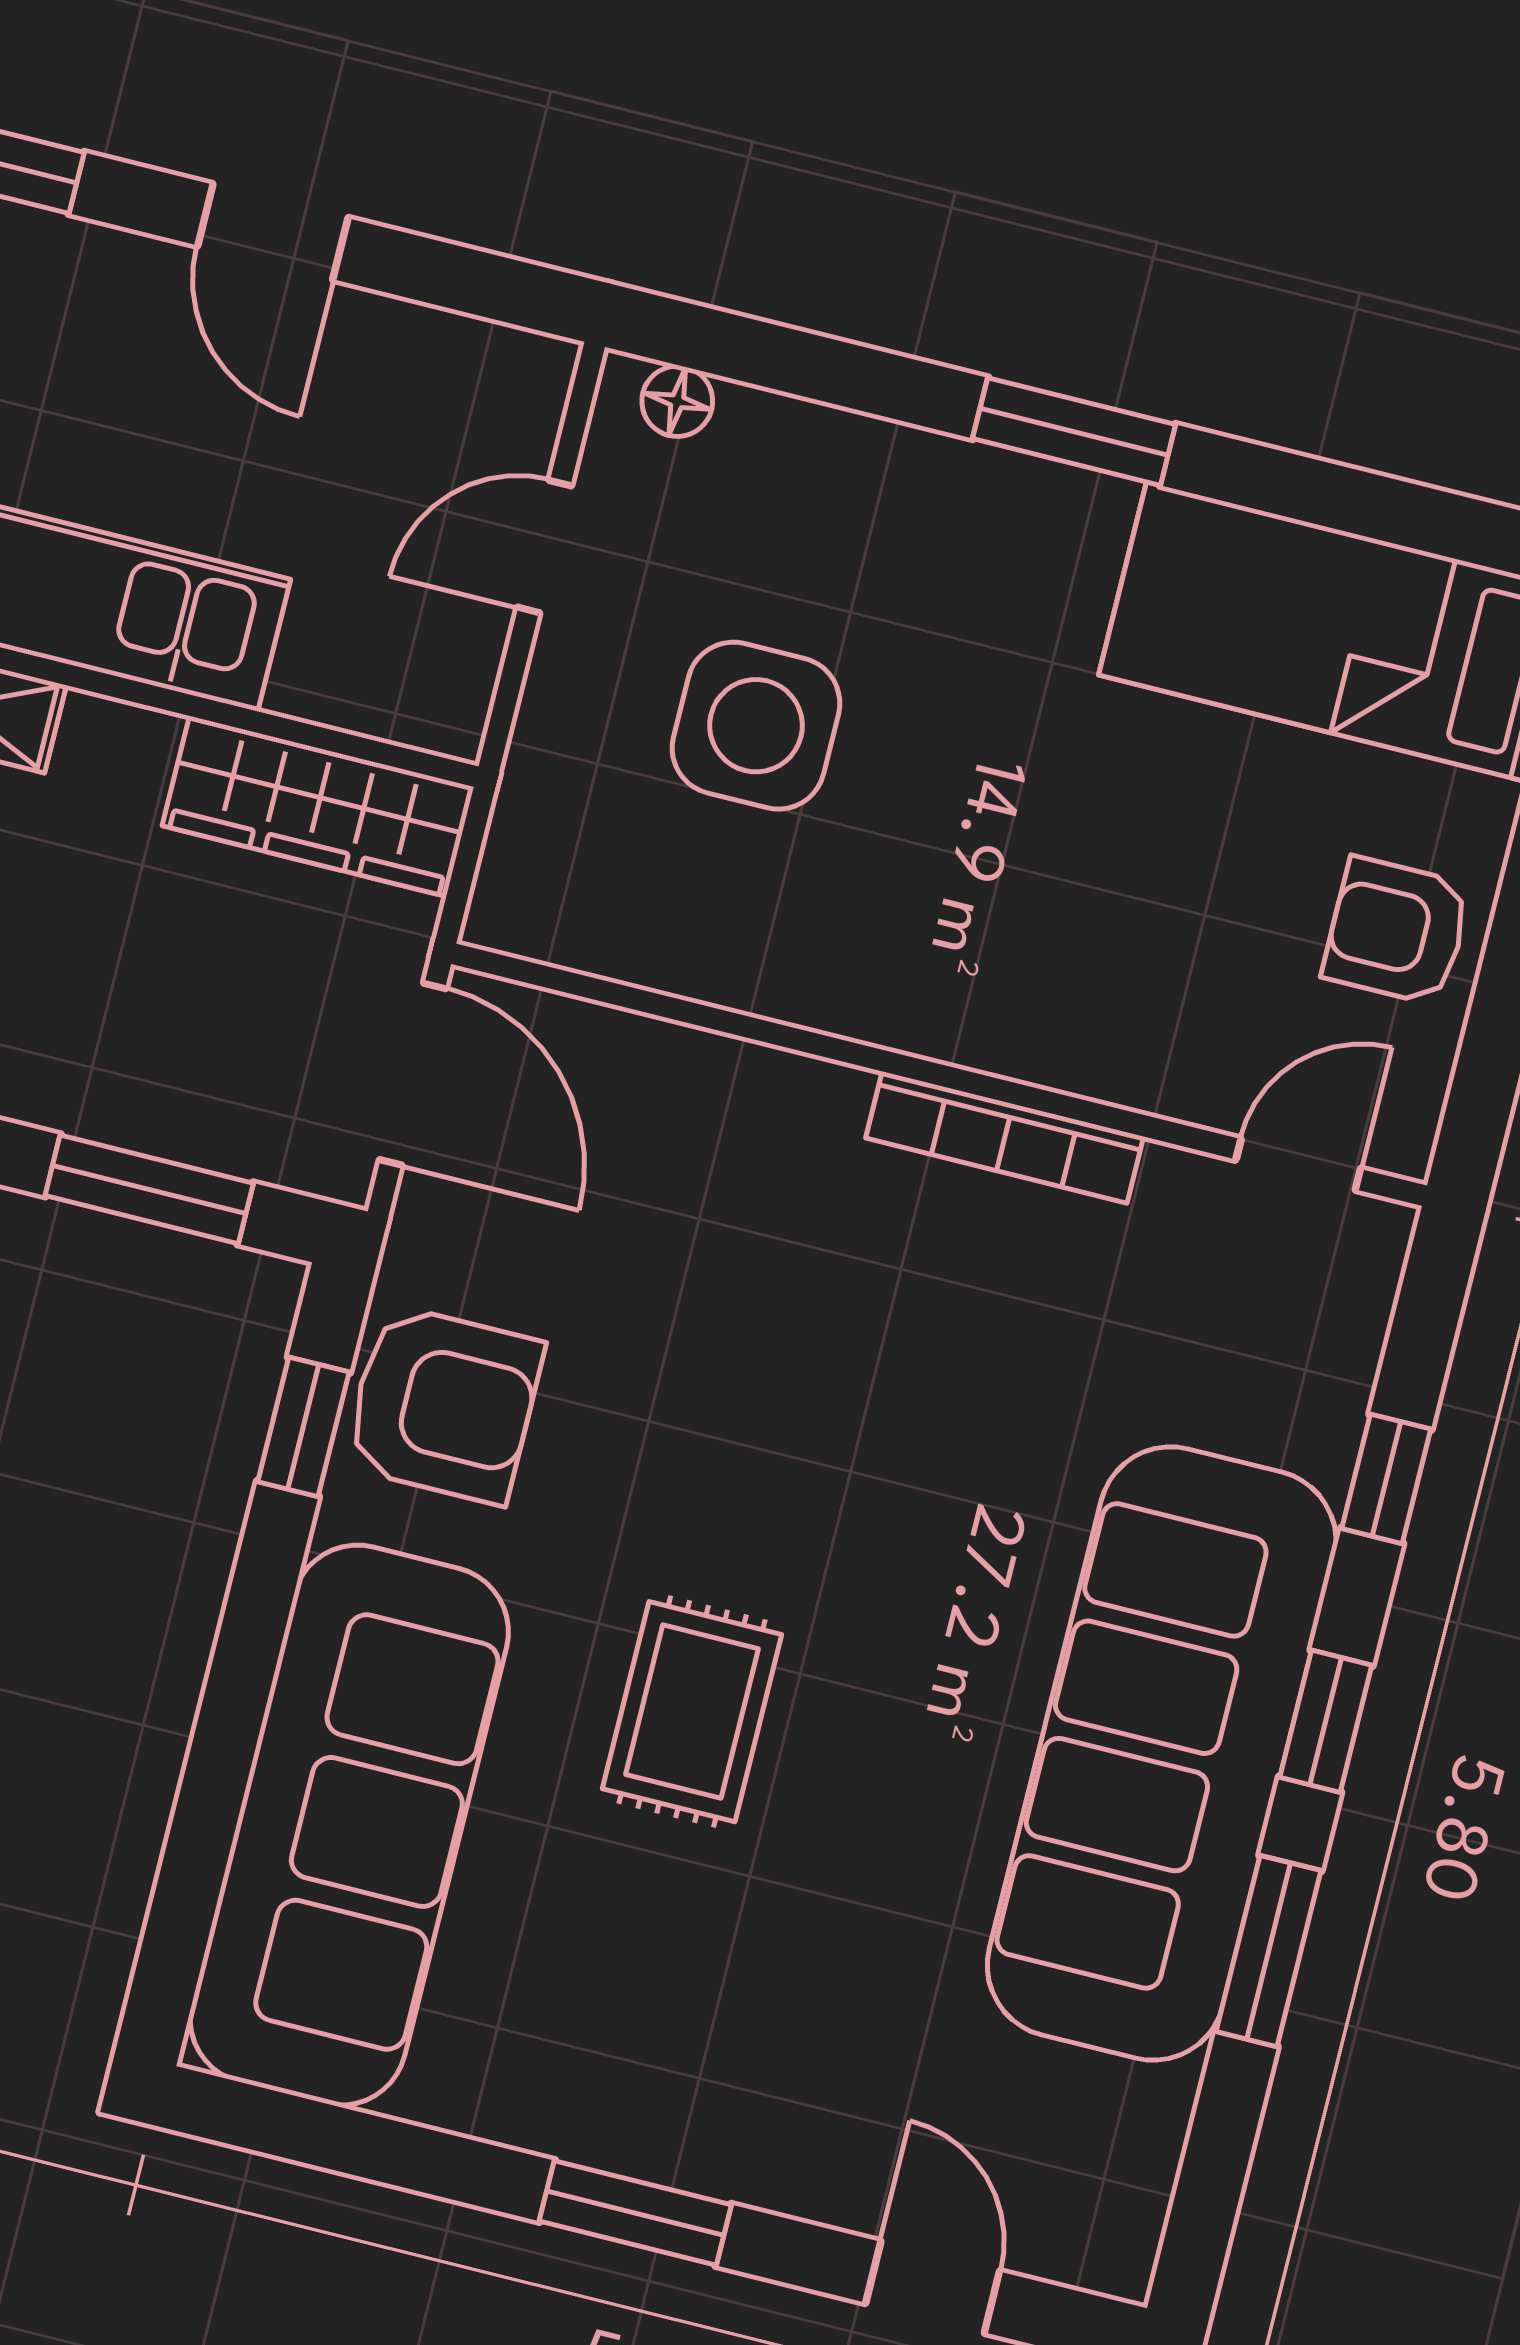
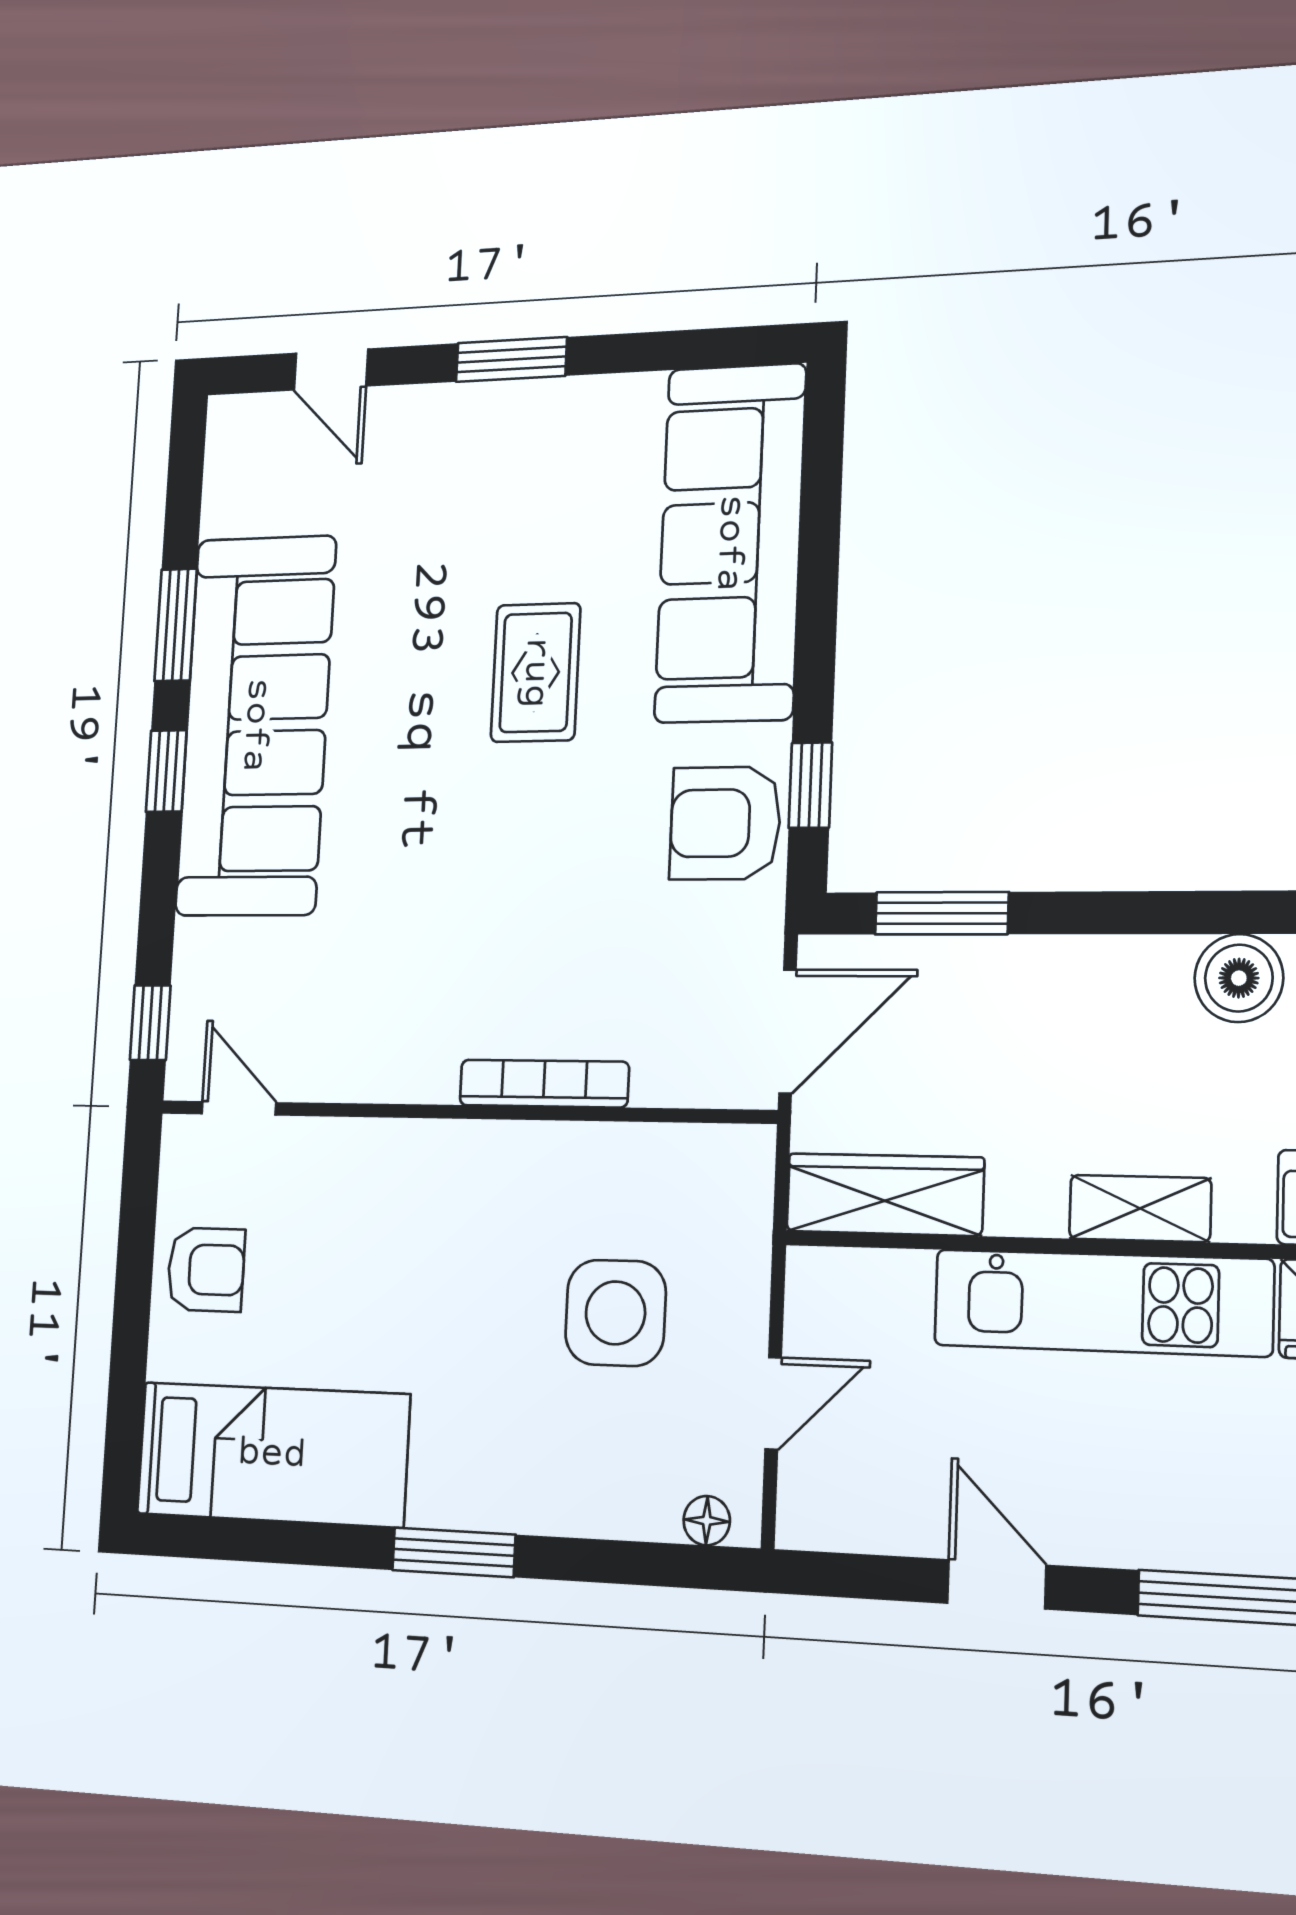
door: (413, 1074) -> (787, 1031), swing flipped
bookcase: (1005, 1137) -> (544, 1084), moved
door: (1298, 1164) -> (239, 1108), swing flipped
window: (1386, 1479) -> (150, 1023), moved

